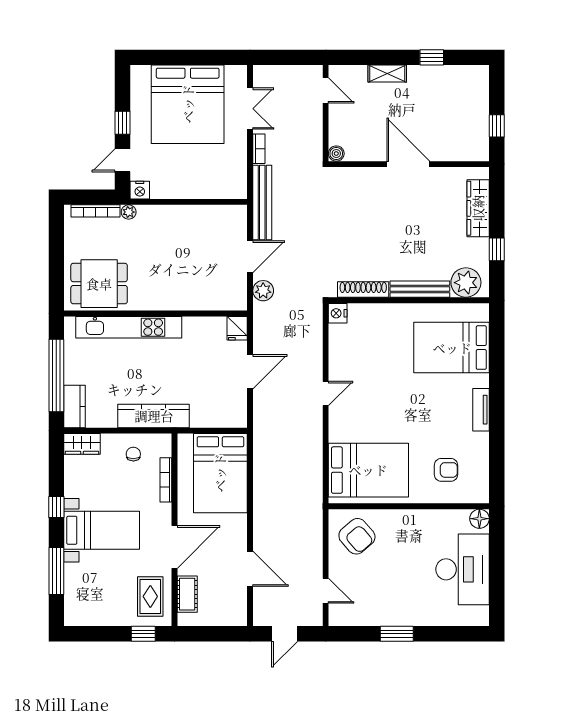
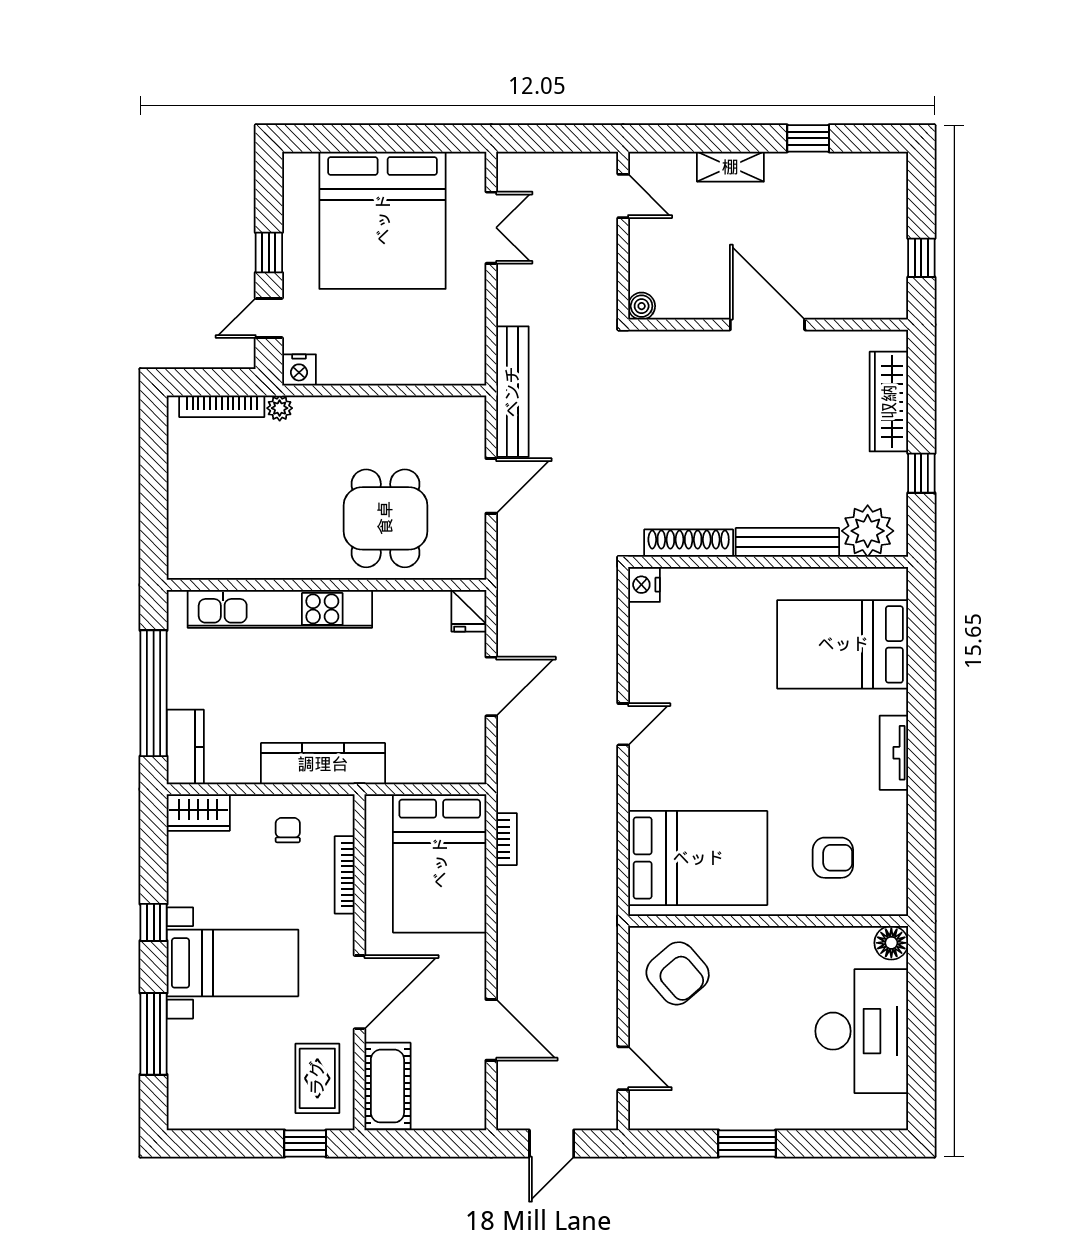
bookcase: (259, 149) -> (507, 839), moved
dining table: (99, 284) -> (385, 518), moved, turned 90
plant: (263, 291) -> (514, 545), removed
cot: (187, 594) -> (387, 1086), width x1.37, depth x1.34

